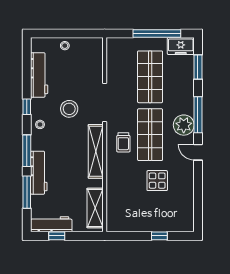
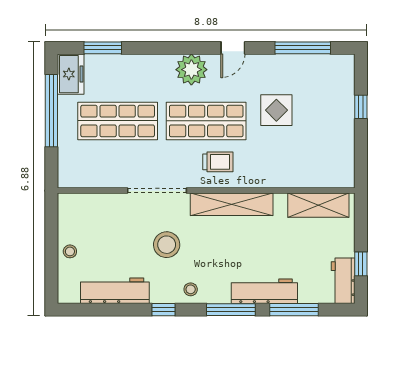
window: (198, 115) -> (303, 48), moved
workbench: (51, 224) -> (343, 281), width x0.73

